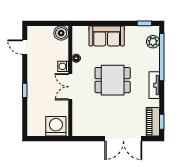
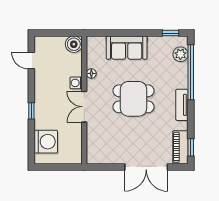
washing machine: (56, 126) -> (46, 142), moved, turned 90

